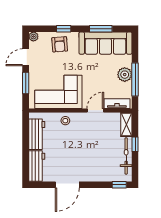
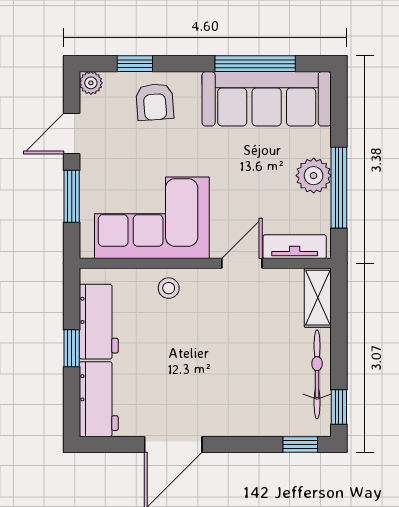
window: (64, 29) -> (135, 64), moved
window: (101, 29) -> (255, 64), width x1.44
window: (135, 144) -> (339, 407), moved
window: (26, 145) -> (72, 348), added

